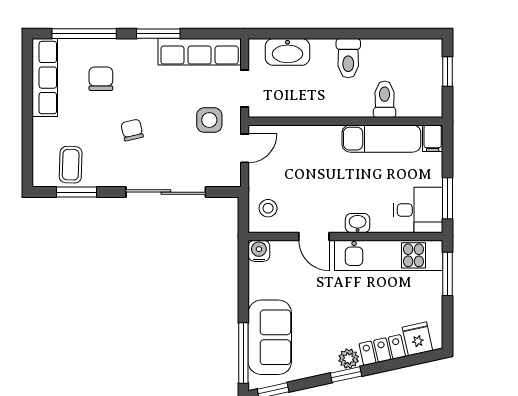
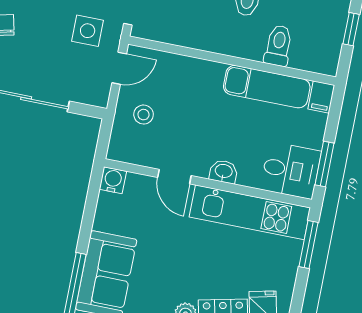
stool: (268, 208) -> (144, 115), moved

